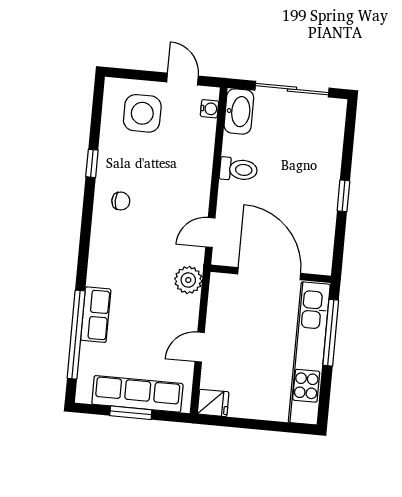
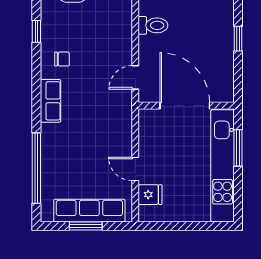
plant: (188, 280) -> (121, 117), removed
row of seats: (96, 315) -> (51, 101), moved
window: (331, 333) -> (238, 148), width x0.69
door: (200, 347) -> (135, 169), hinge flipped
fridge: (213, 403) -> (150, 195), moved

